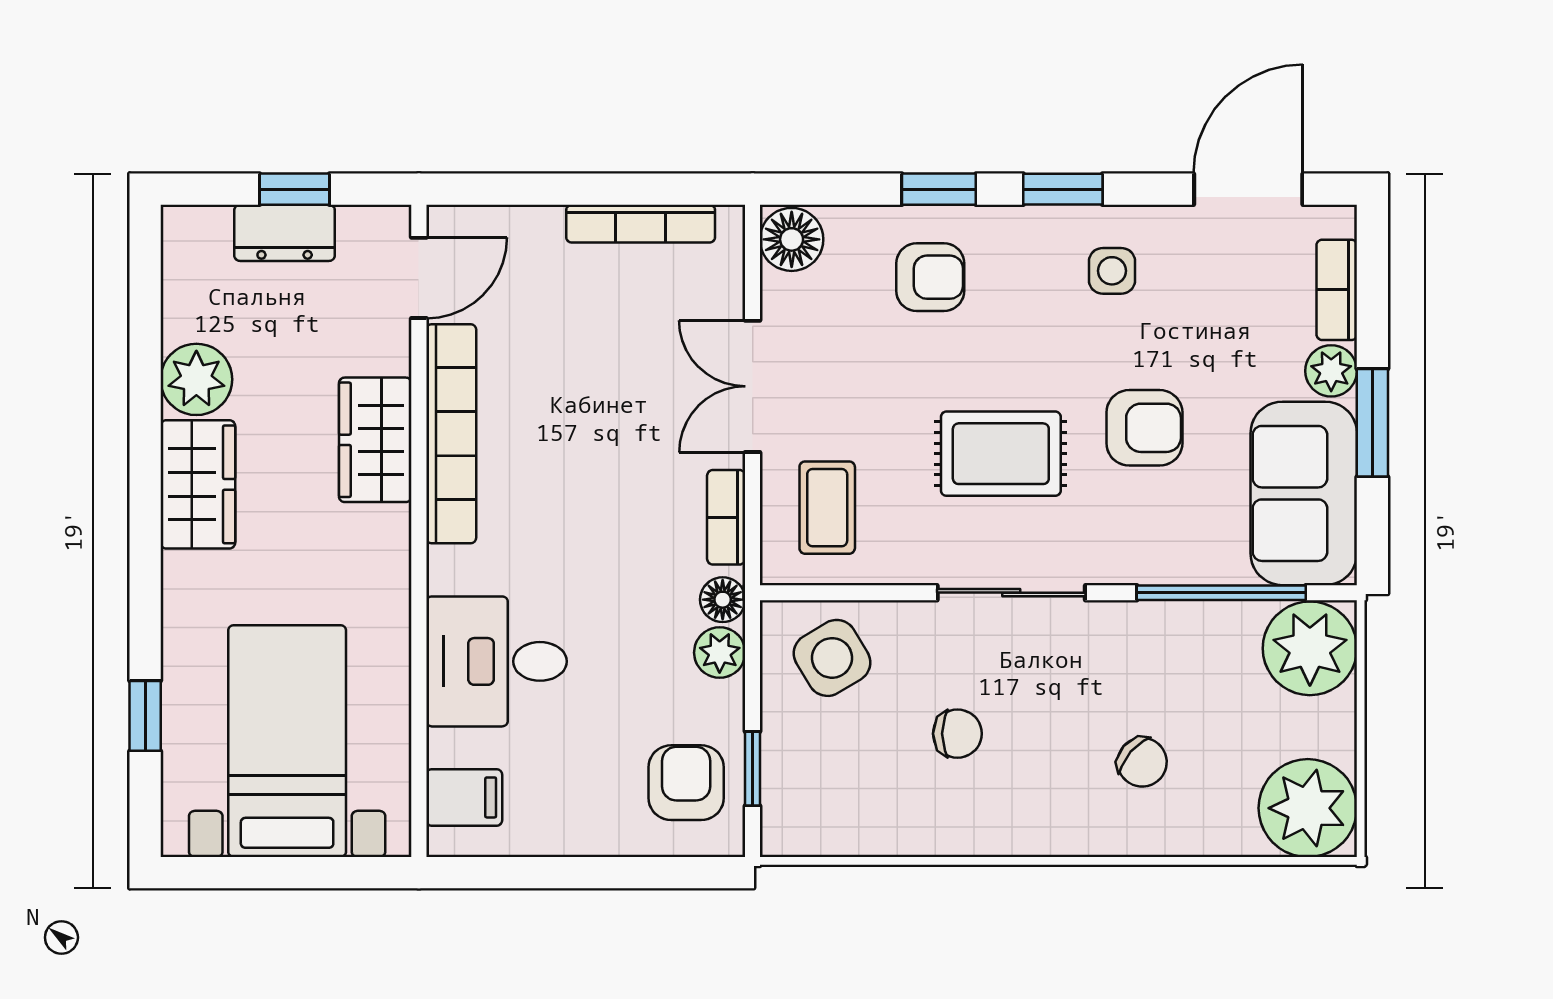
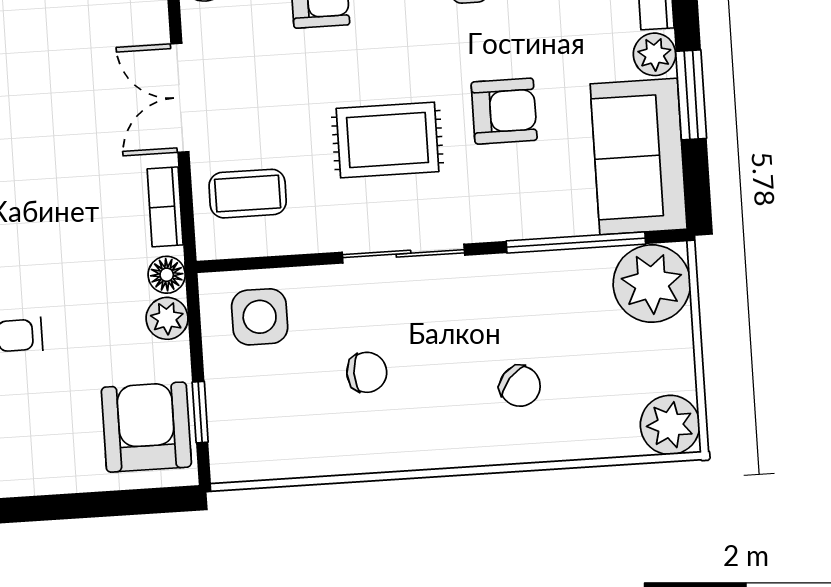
coffee table: (827, 508) -> (248, 194), turned 90
side table: (832, 658) -> (260, 317), turned 31
armchair: (686, 783) -> (146, 427), width x1.38, depth x1.38
plant: (1308, 808) -> (670, 425), width x0.73, depth x0.73

